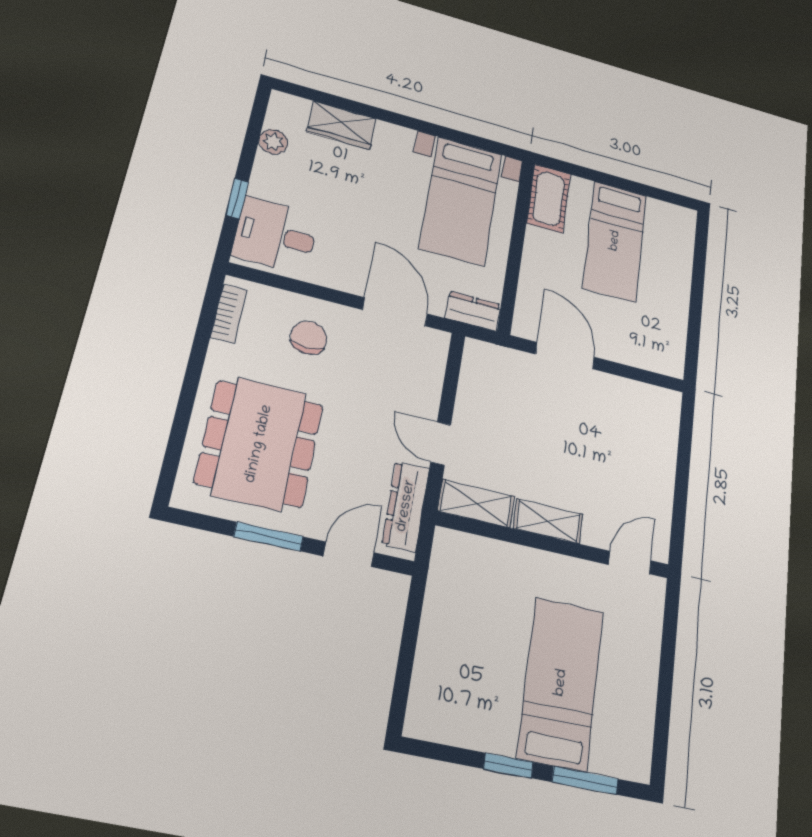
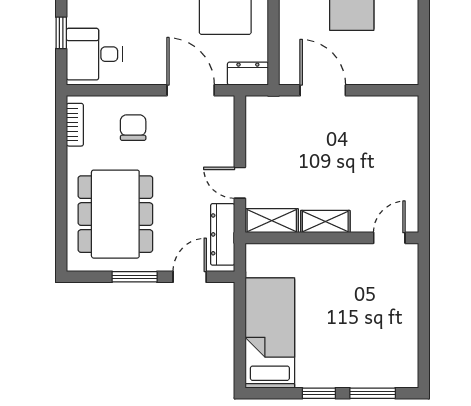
bed: (561, 683) -> (270, 333), moved

